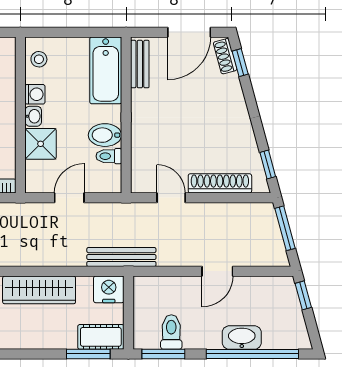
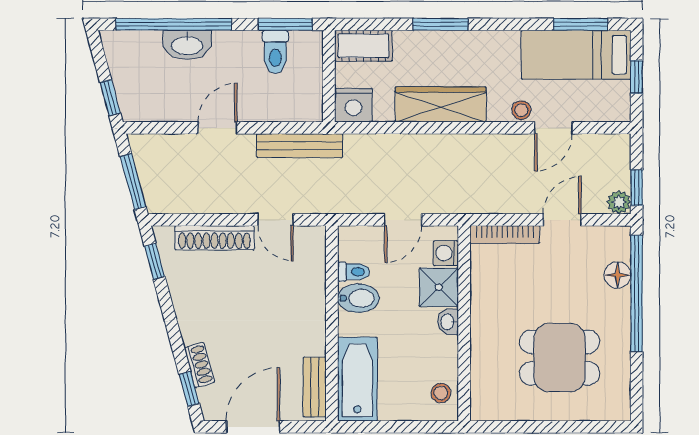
shoe rack: (225, 56) -> (199, 365), moved
washing machine: (35, 94) -> (446, 253), moved
bench: (121, 257) -> (299, 146), moved
window: (88, 354) -> (441, 24), moved

